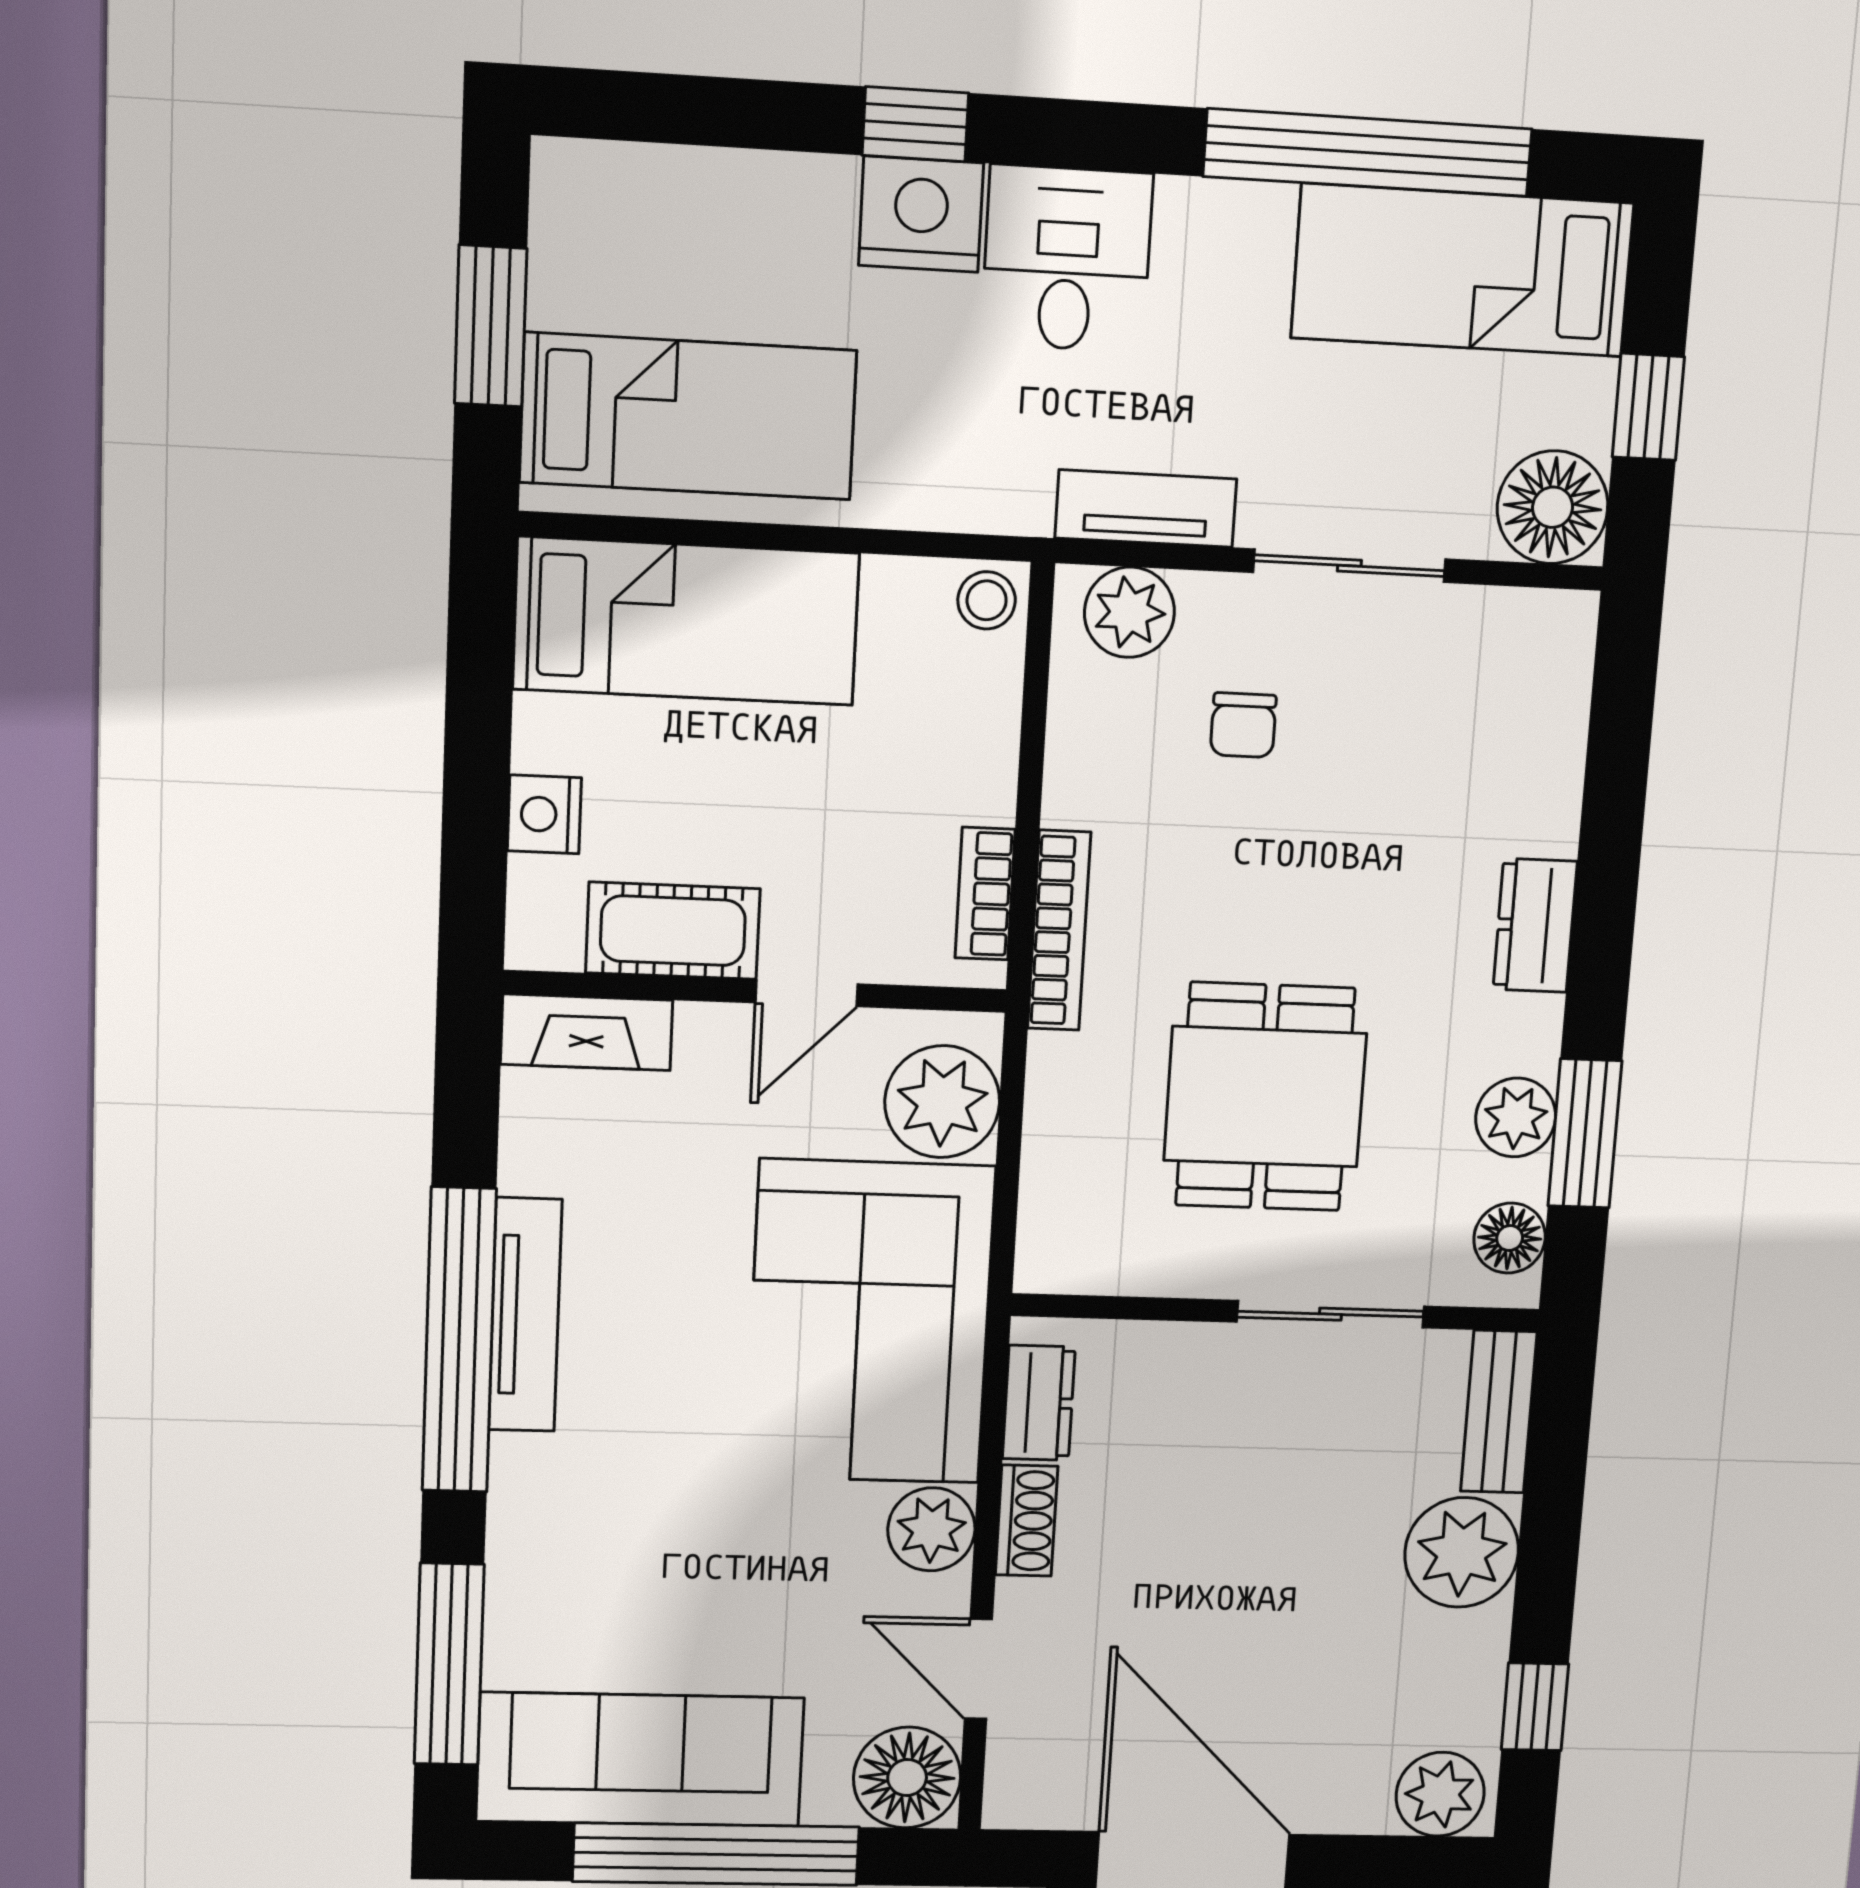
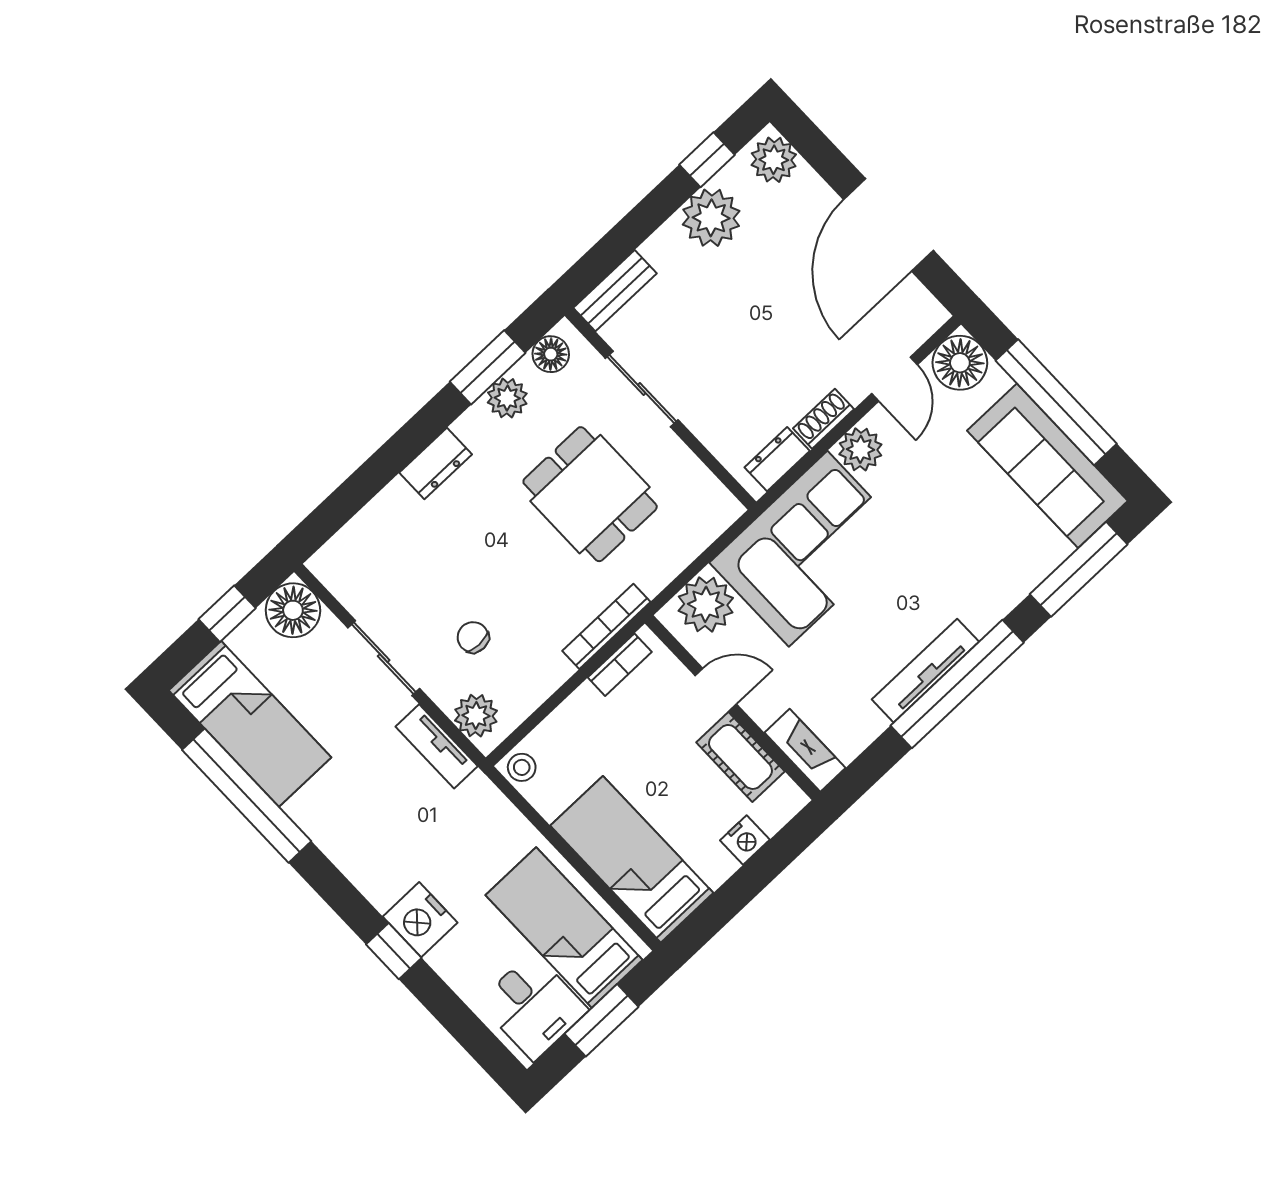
desk: (1067, 259) -> (533, 1006), moved, turned -90
chair: (1243, 725) -> (473, 637), turned -90
dining table: (1265, 1097) -> (590, 494), turned 90
plant: (1462, 1552) -> (711, 218), moved

